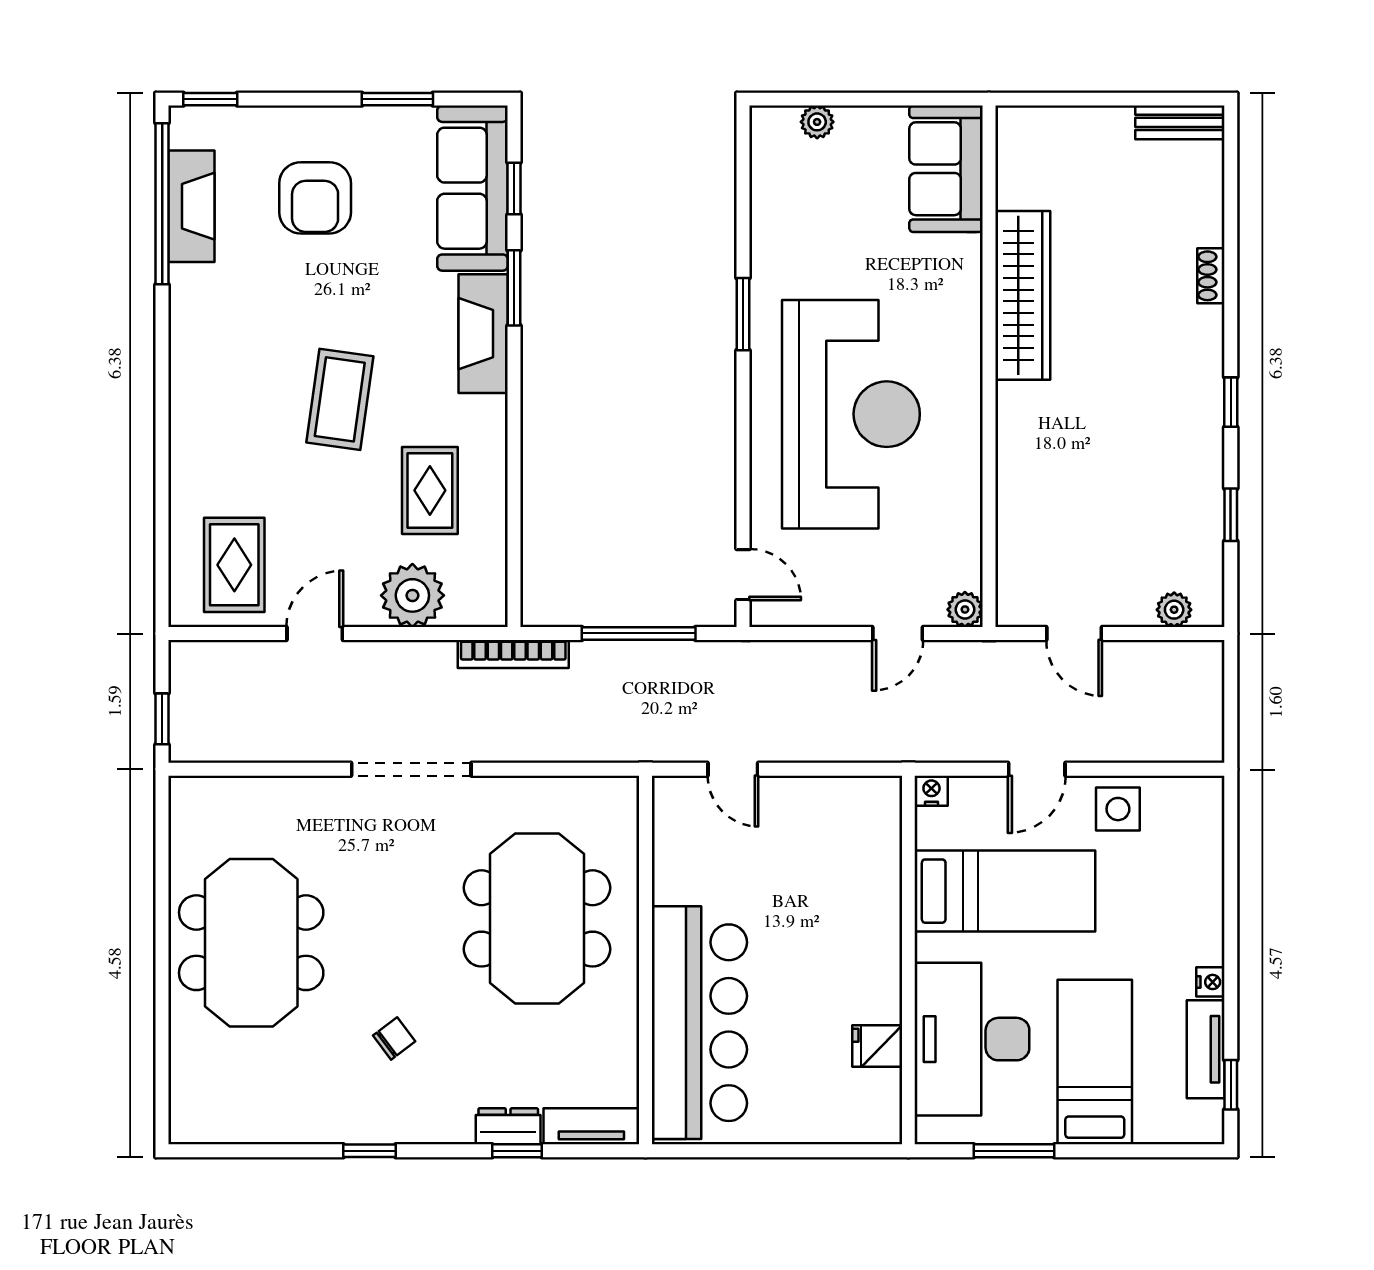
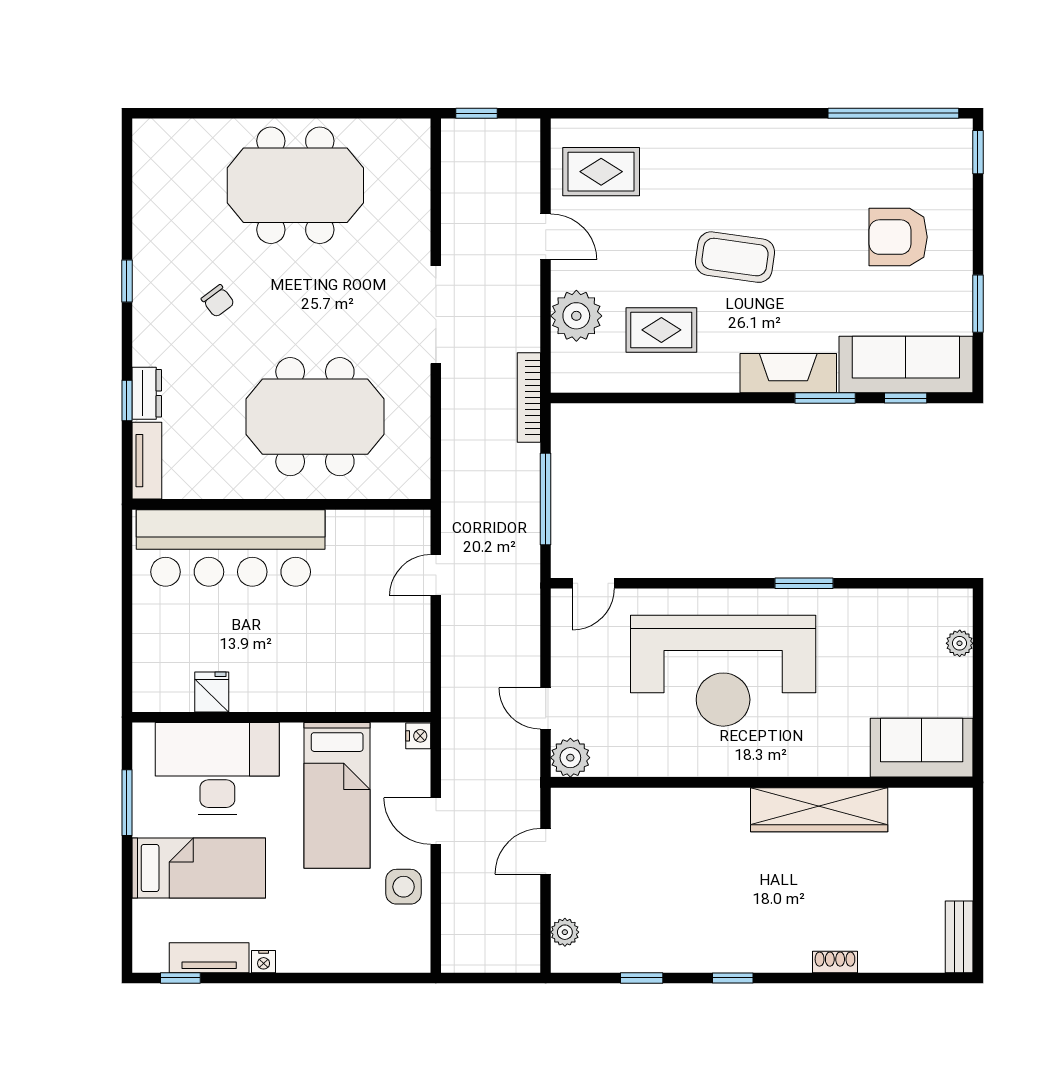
fireplace: (191, 206) -> (891, 137), removed
plant: (965, 609) -> (570, 758), width x1.38, depth x1.38

